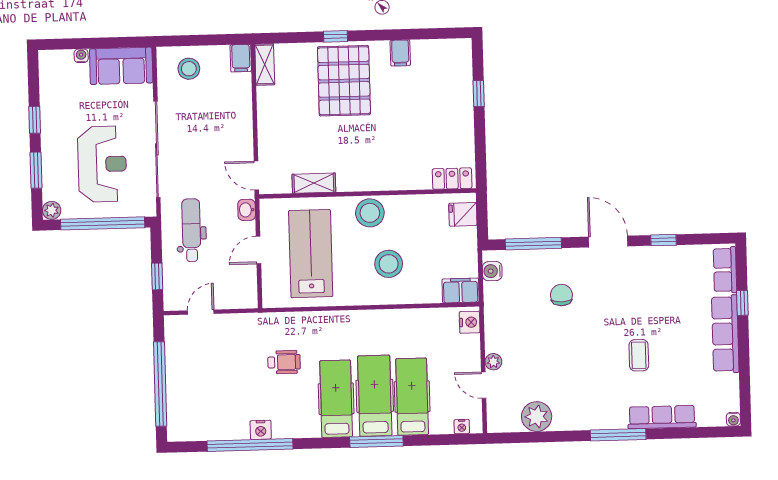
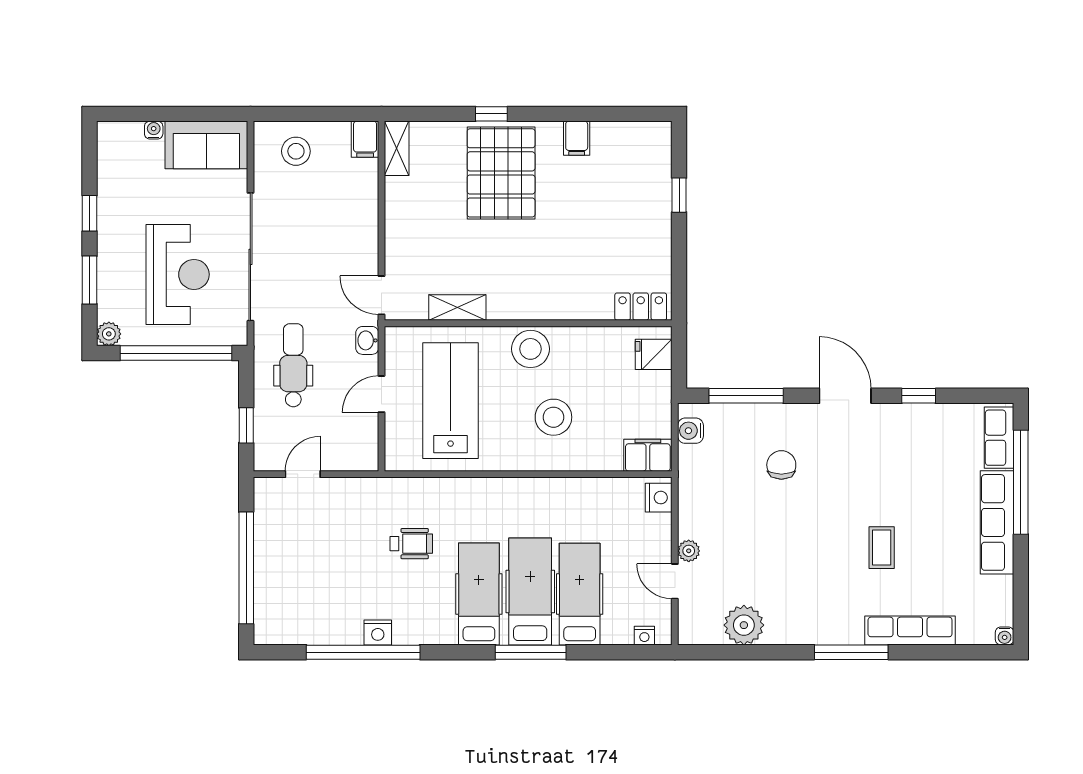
window: (742, 303) -> (1021, 482), width x3.17

